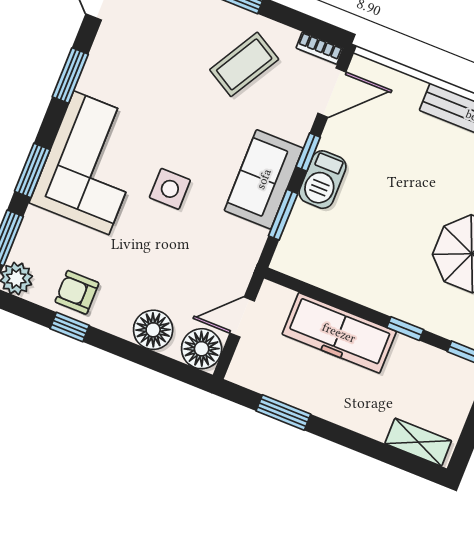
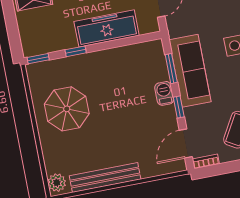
sofa: (264, 179) -> (190, 71), width x1.36
barbecue: (323, 180) -> (164, 93), width x0.73, depth x0.79

